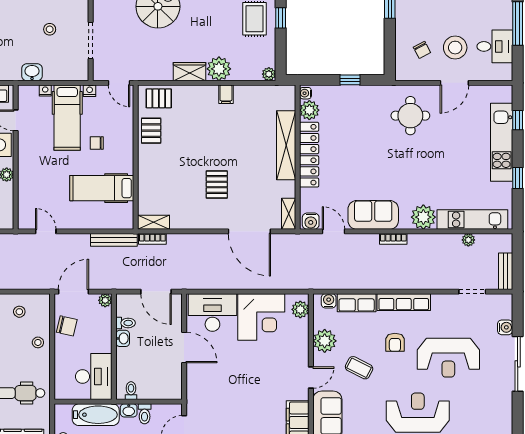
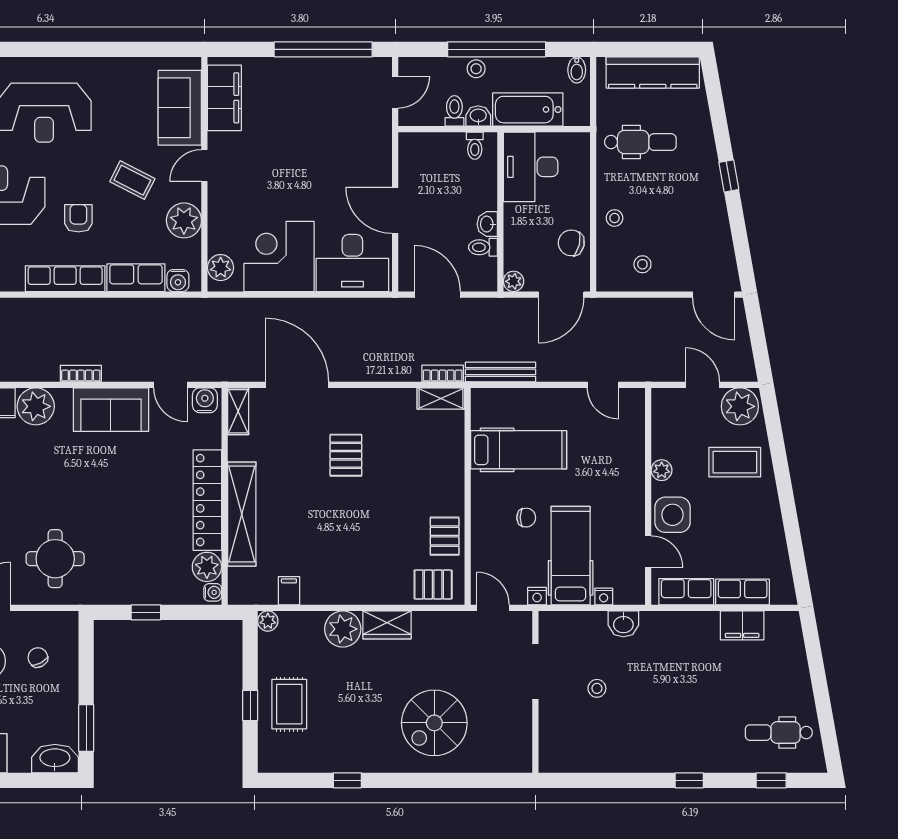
filing cabinet: (226, 94) -> (289, 591), moved

